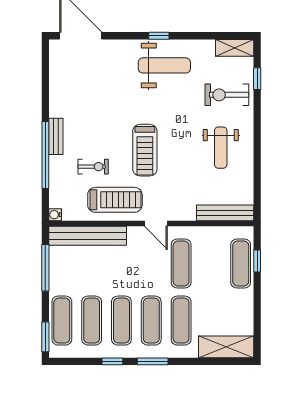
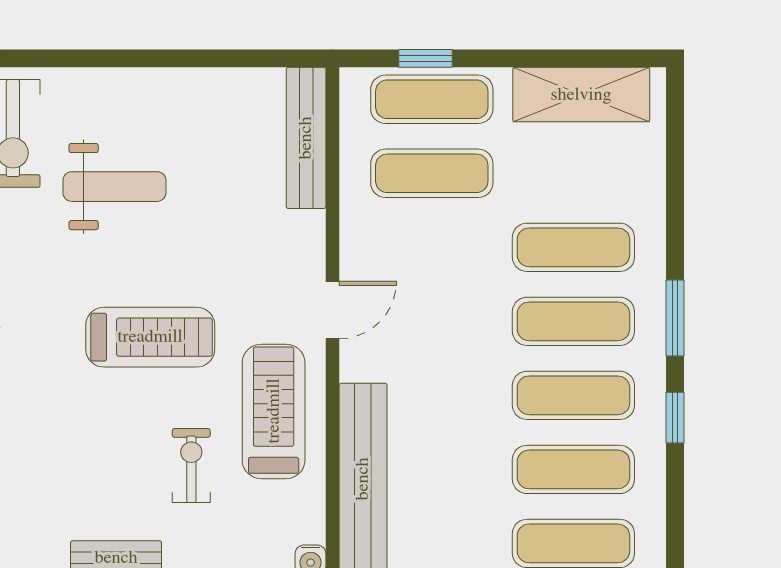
weight bench: (221, 148) -> (114, 187), moved
exercise mat: (181, 264) -> (432, 173), moved
shelving: (226, 347) -> (581, 95), moved, turned 90

